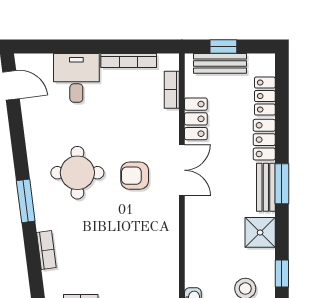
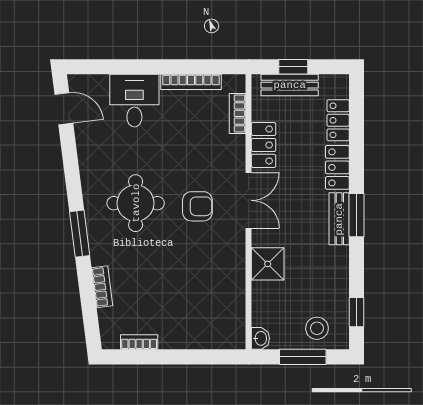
armchair: (135, 176) -> (197, 206), turned 180
shower: (260, 232) -> (268, 264), moved

